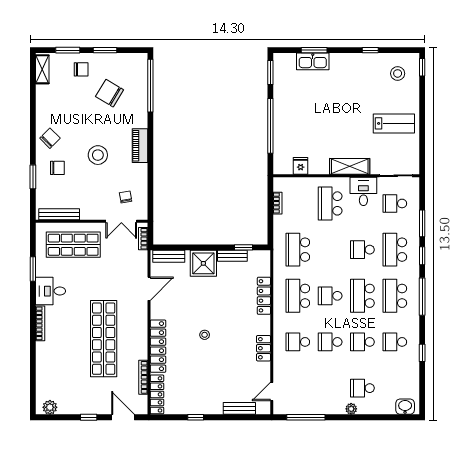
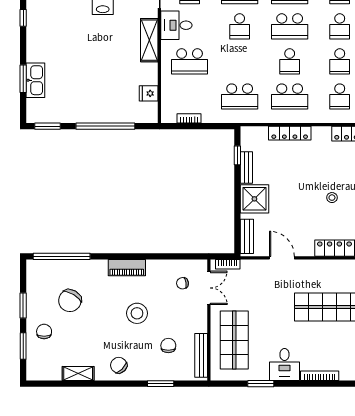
shelving: (42, 69) -> (78, 374), moved
chair: (57, 168) -> (168, 346), moved

